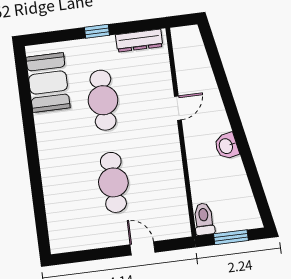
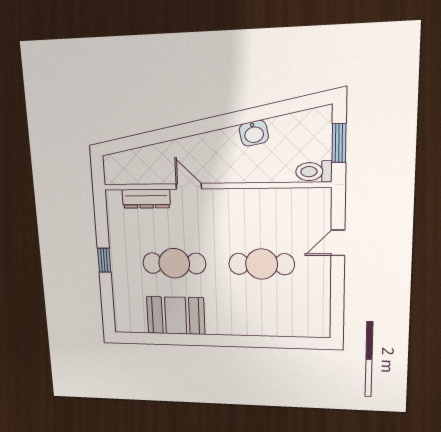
dresser: (139, 41) -> (146, 199), moved, turned 90
booth: (48, 82) -> (176, 315), moved
washbasin: (226, 146) -> (254, 133), moved

